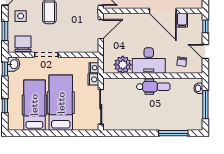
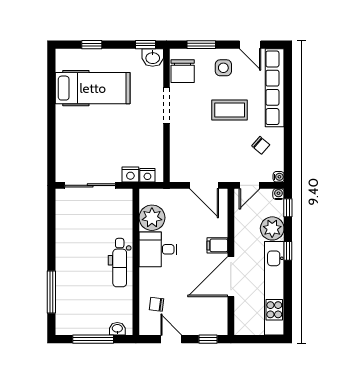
filing cabinet: (182, 20) -> (217, 245), moved
chair: (23, 44) -> (183, 71), turned 90
door: (205, 52) -> (171, 339), hinge flipped
desk: (149, 61) -> (158, 249), width x0.73
hospital bed: (61, 103) -> (96, 127), removed

